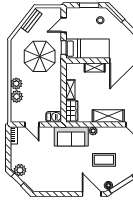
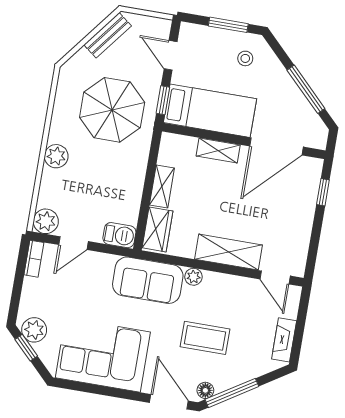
door: (64, 25) -> (171, 55), hinge flipped
plant: (17, 96) -> (46, 221), moved
door: (32, 125) -> (74, 243), hinge flipped
corner sofa: (56, 177) -> (103, 355), added

